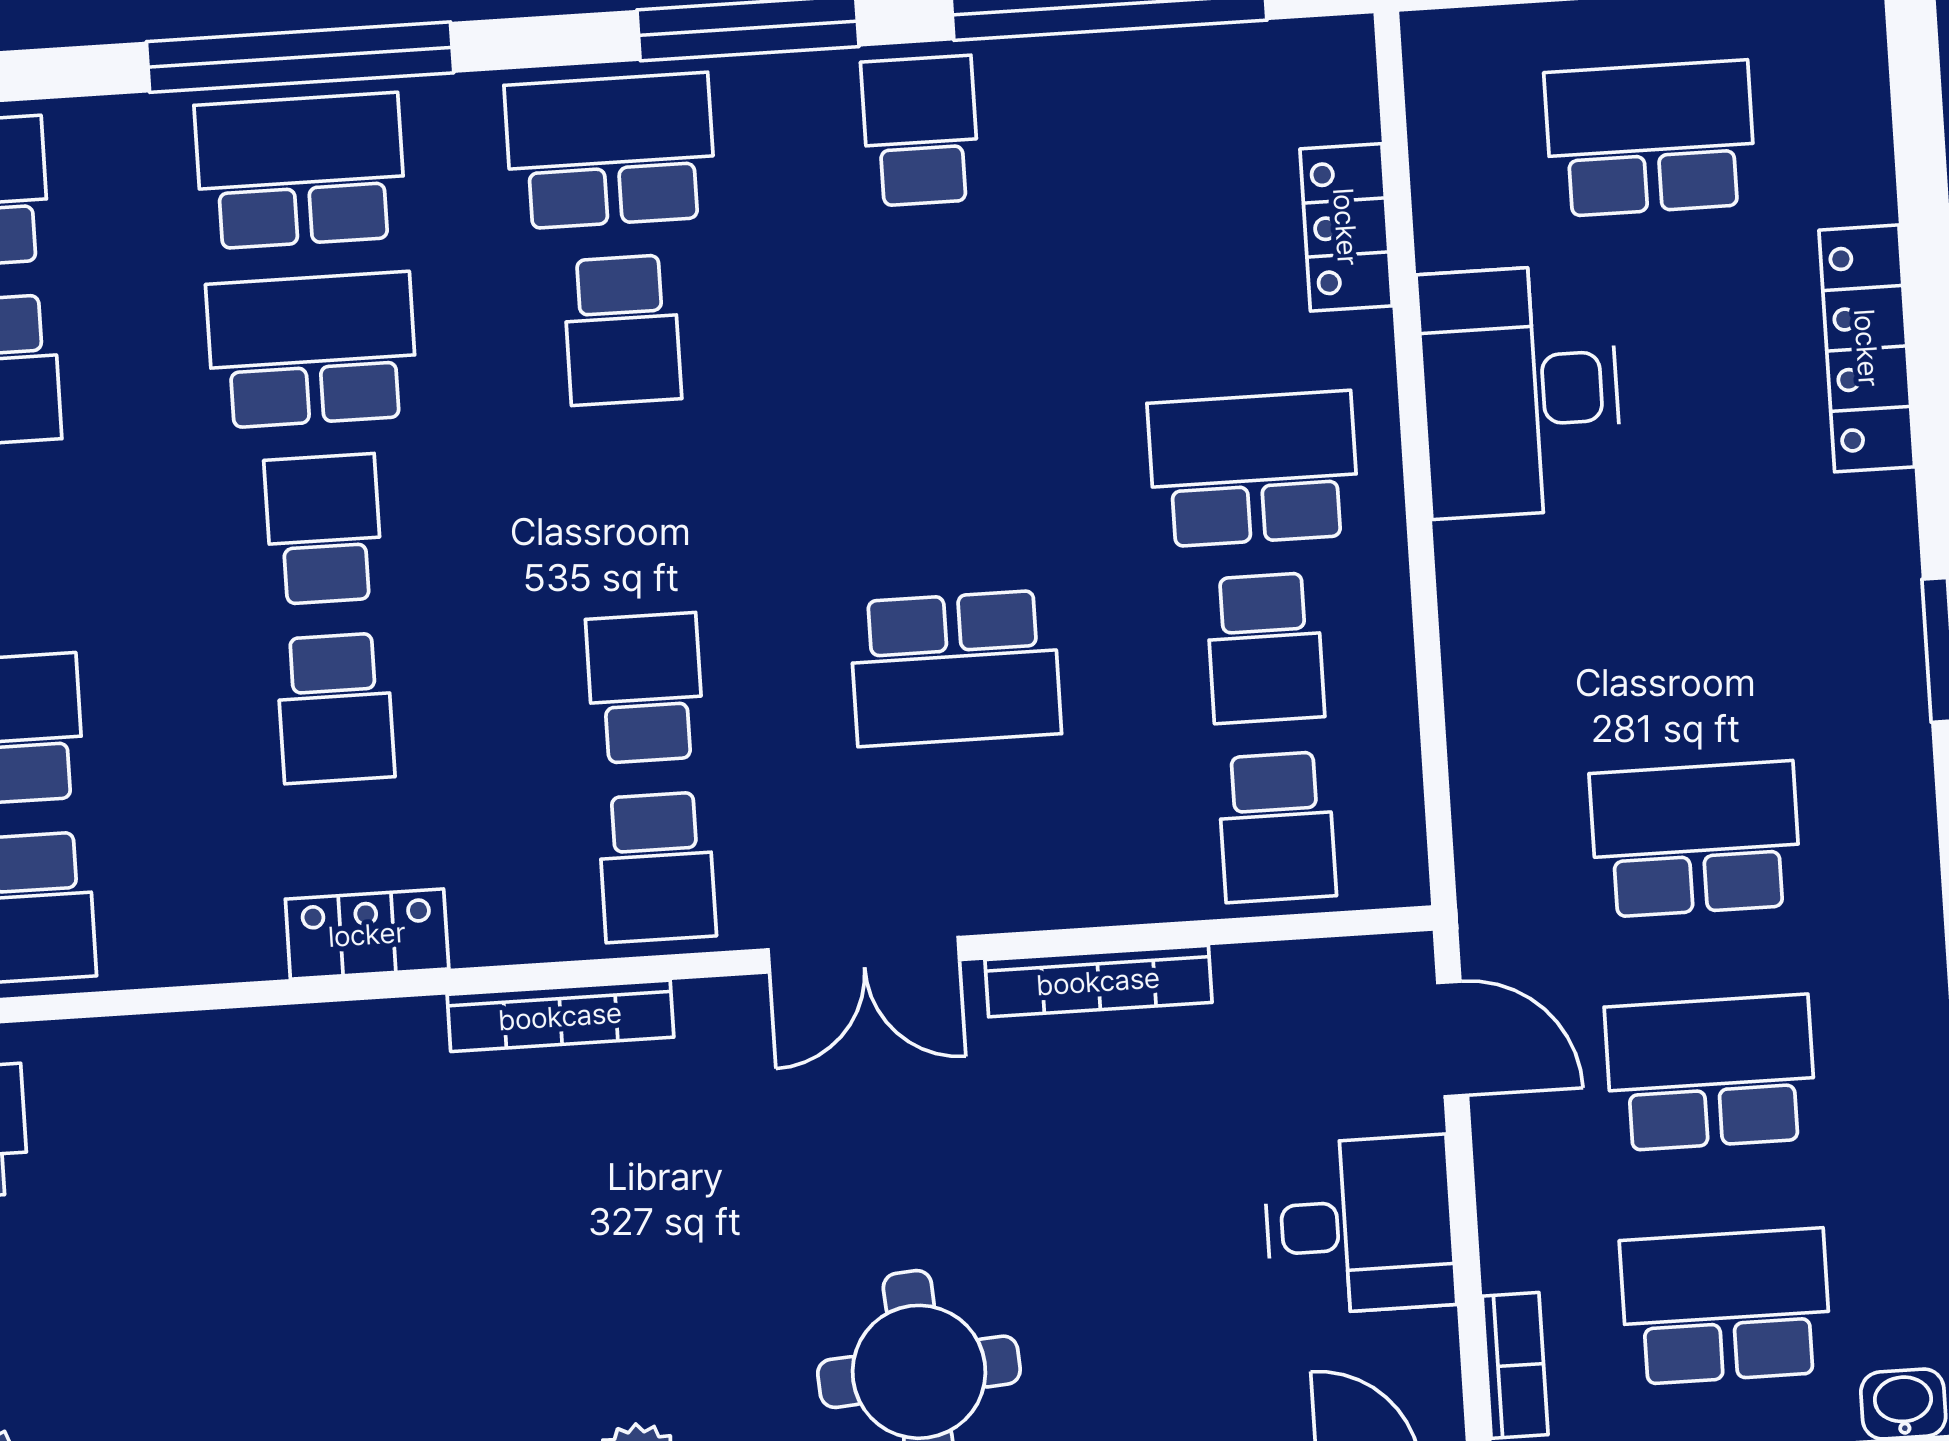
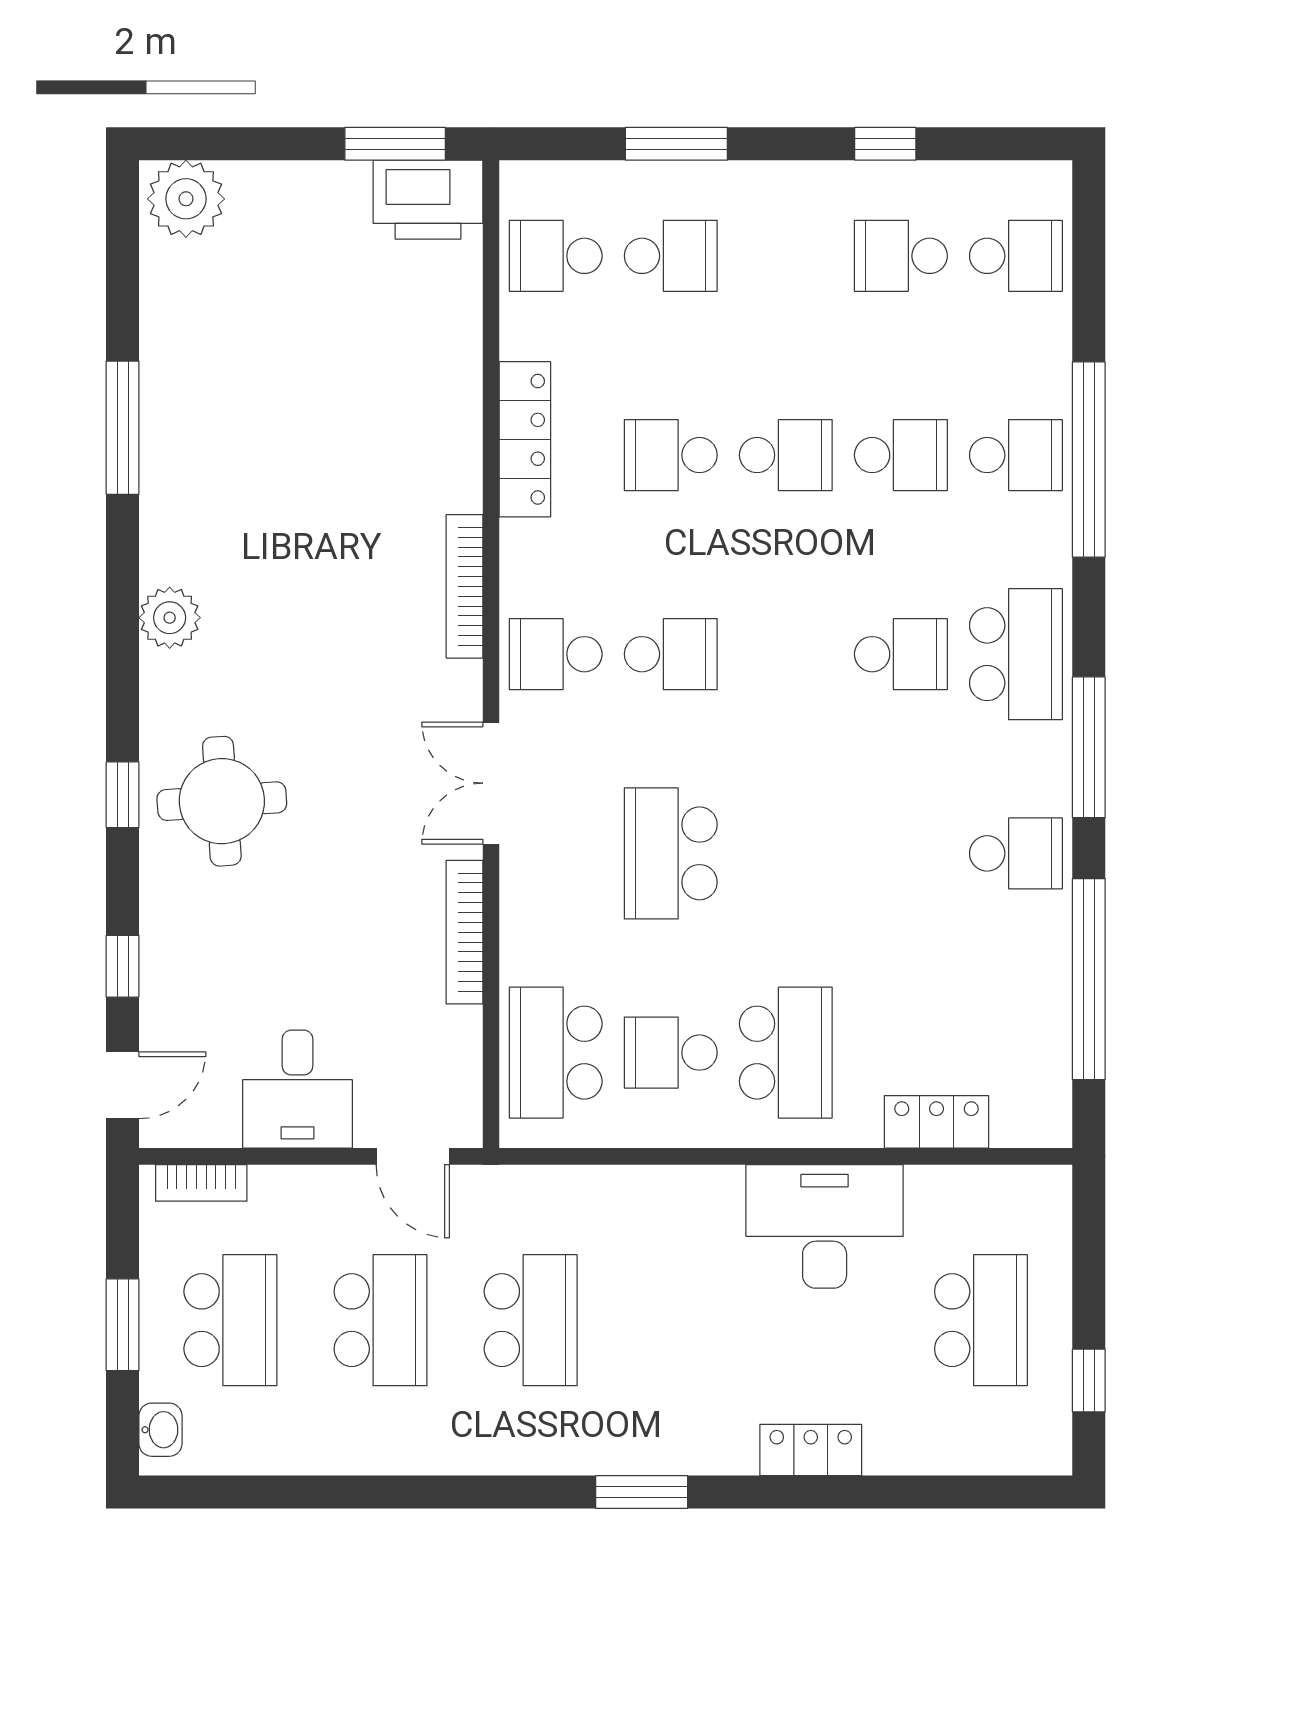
school desk: (300, 171) -> (1016, 455), width x0.54
school desk: (622, 330) -> (901, 654), turned 180
locker: (1867, 348) -> (811, 1450), width x0.66
school desk: (312, 350) -> (901, 455), width x0.54
school desk: (1277, 827) -> (556, 1053), width x1.85
locker: (367, 934) -> (525, 439), width x1.53
door: (1453, 1039) -> (413, 1156), hinge flipped

